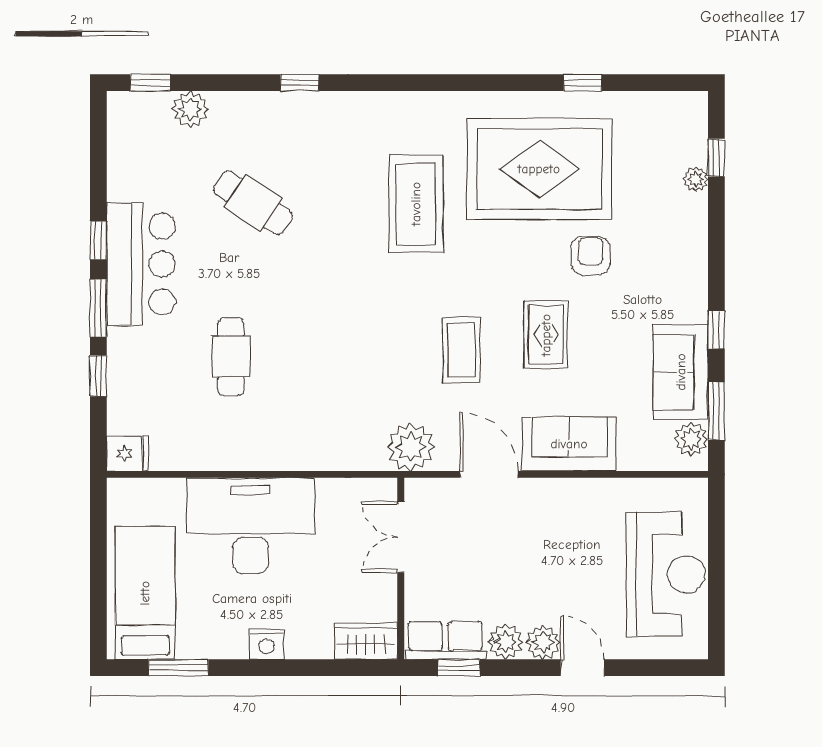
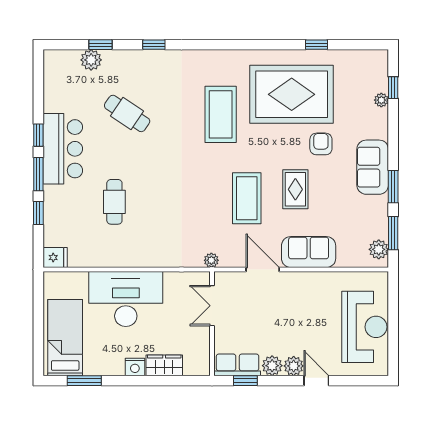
window: (151, 83) -> (101, 45), moved
window: (716, 330) -> (393, 187), width x1.50
coffee table: (461, 350) -> (247, 198), width x1.36, depth x1.32
sofa: (681, 372) -> (373, 167), moved
plant: (411, 447) -> (211, 260), width x0.53, depth x0.53
wardrobe: (366, 641) -> (164, 365), moved

